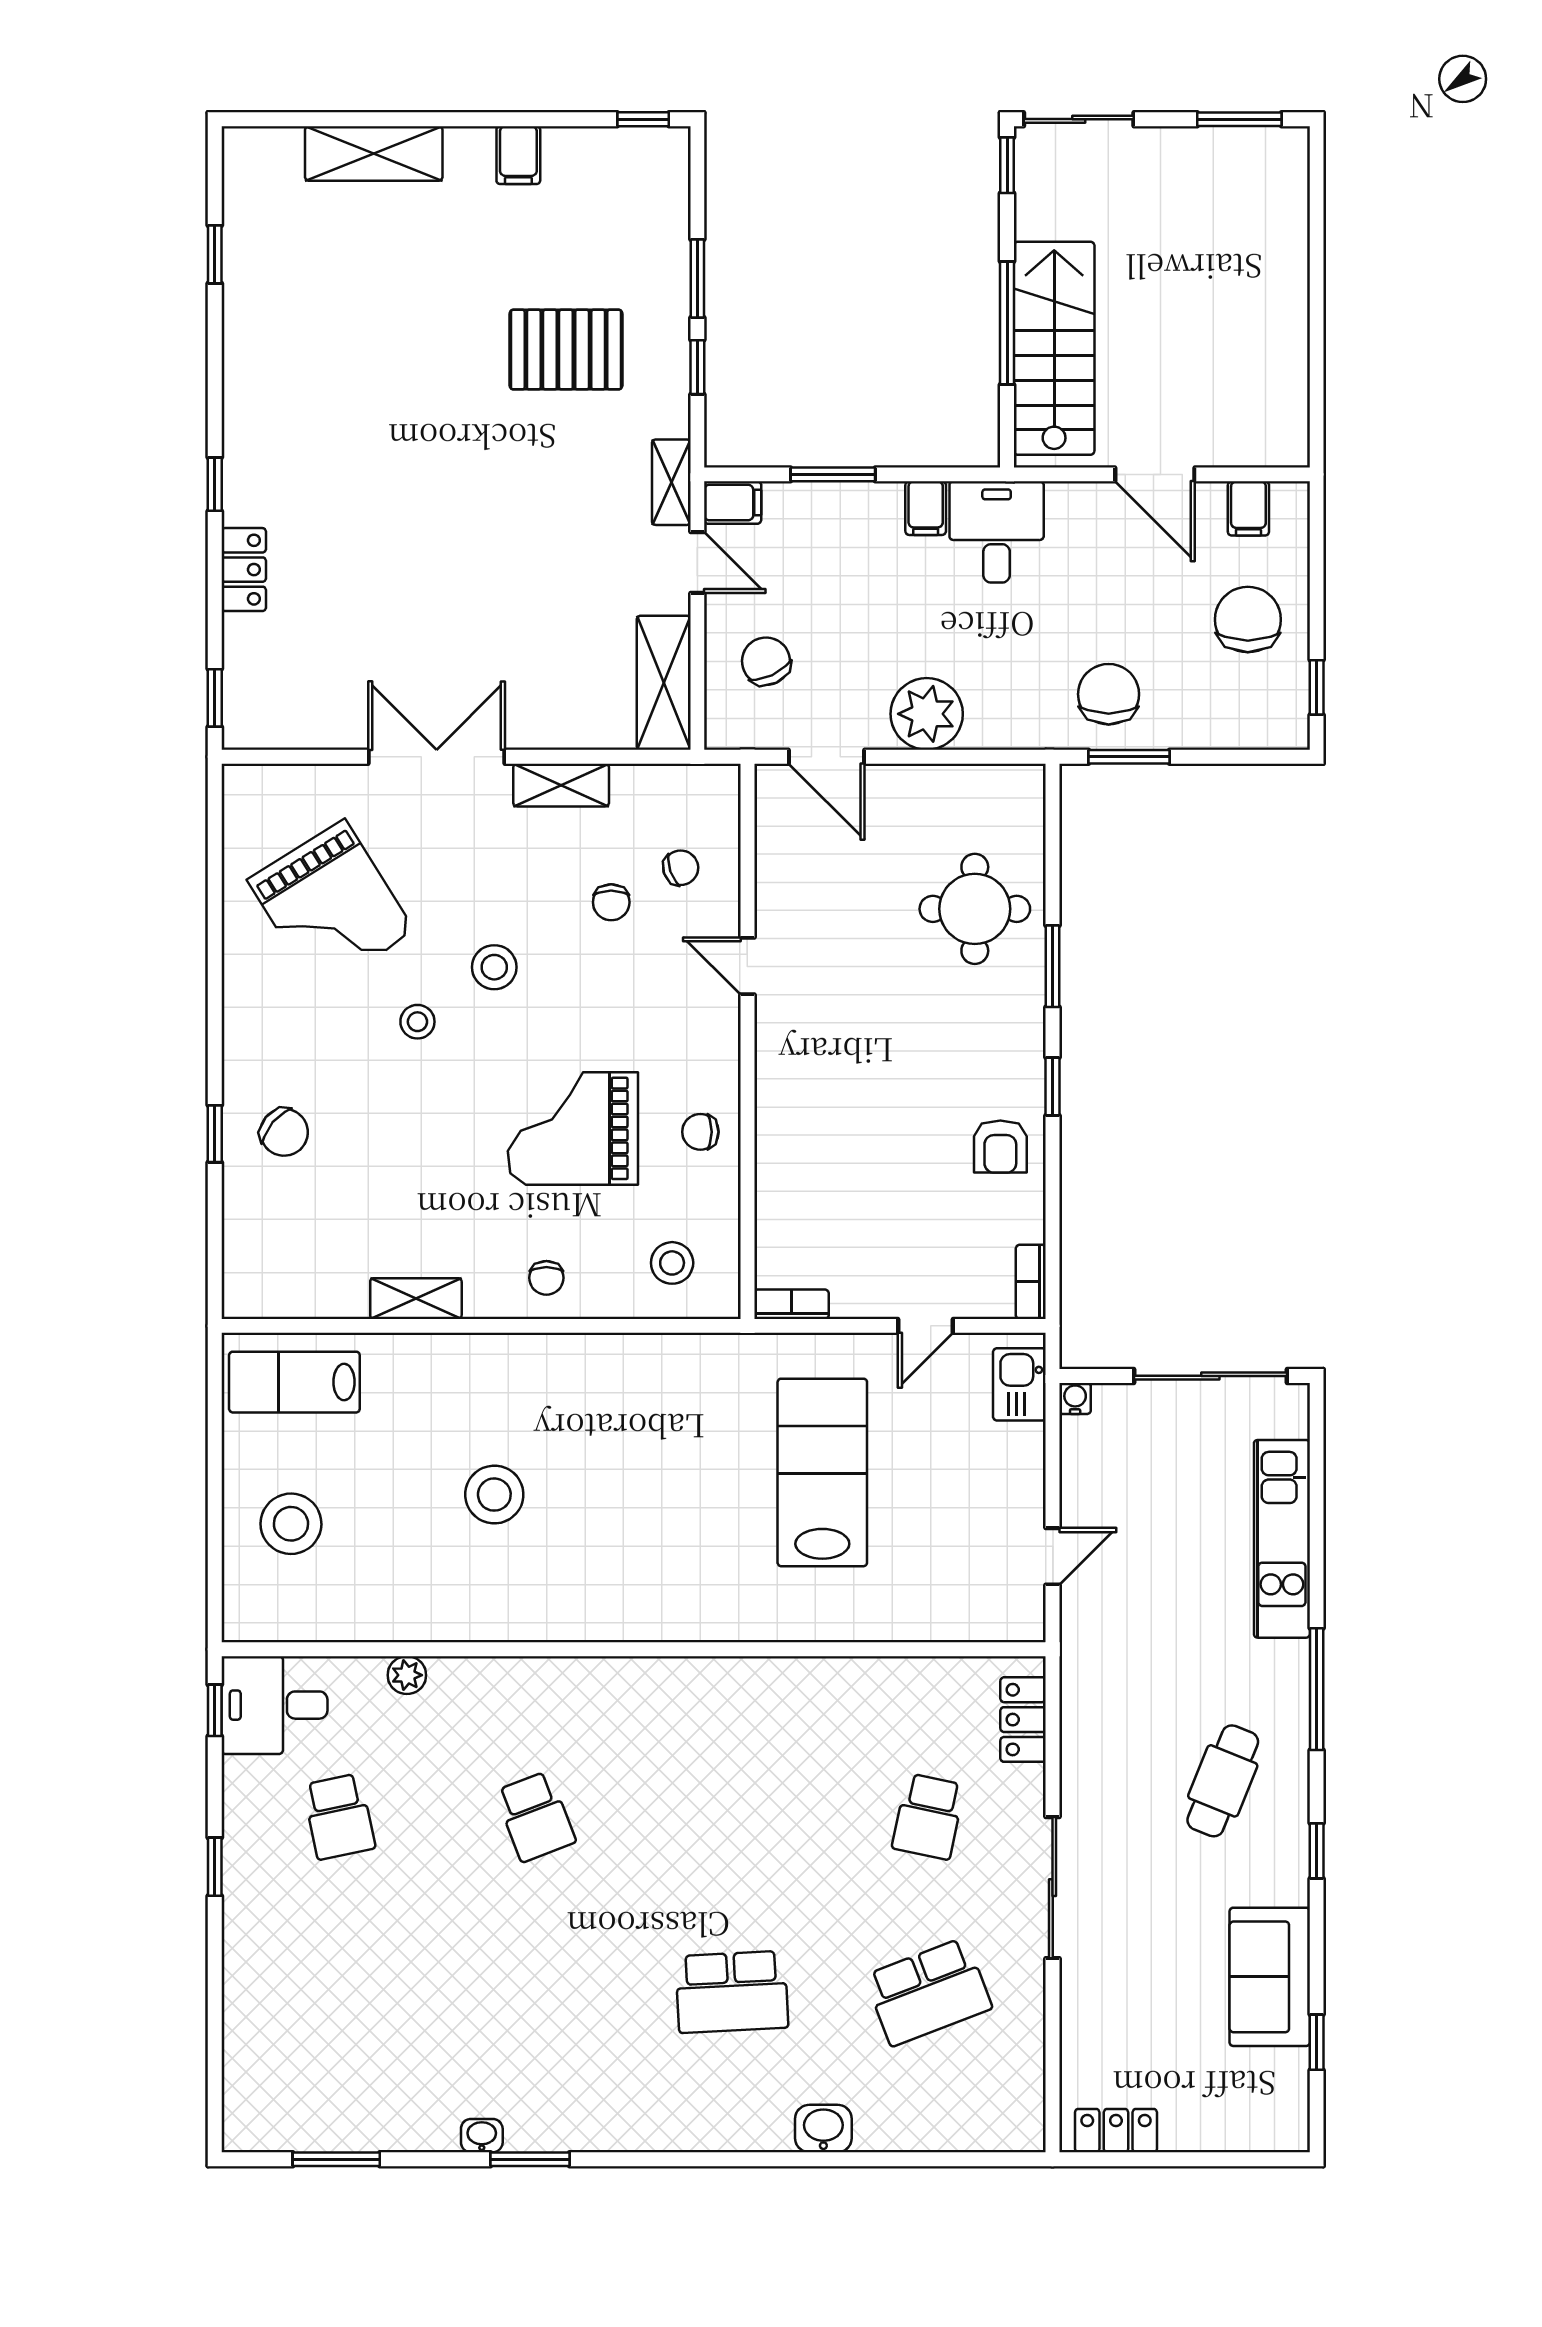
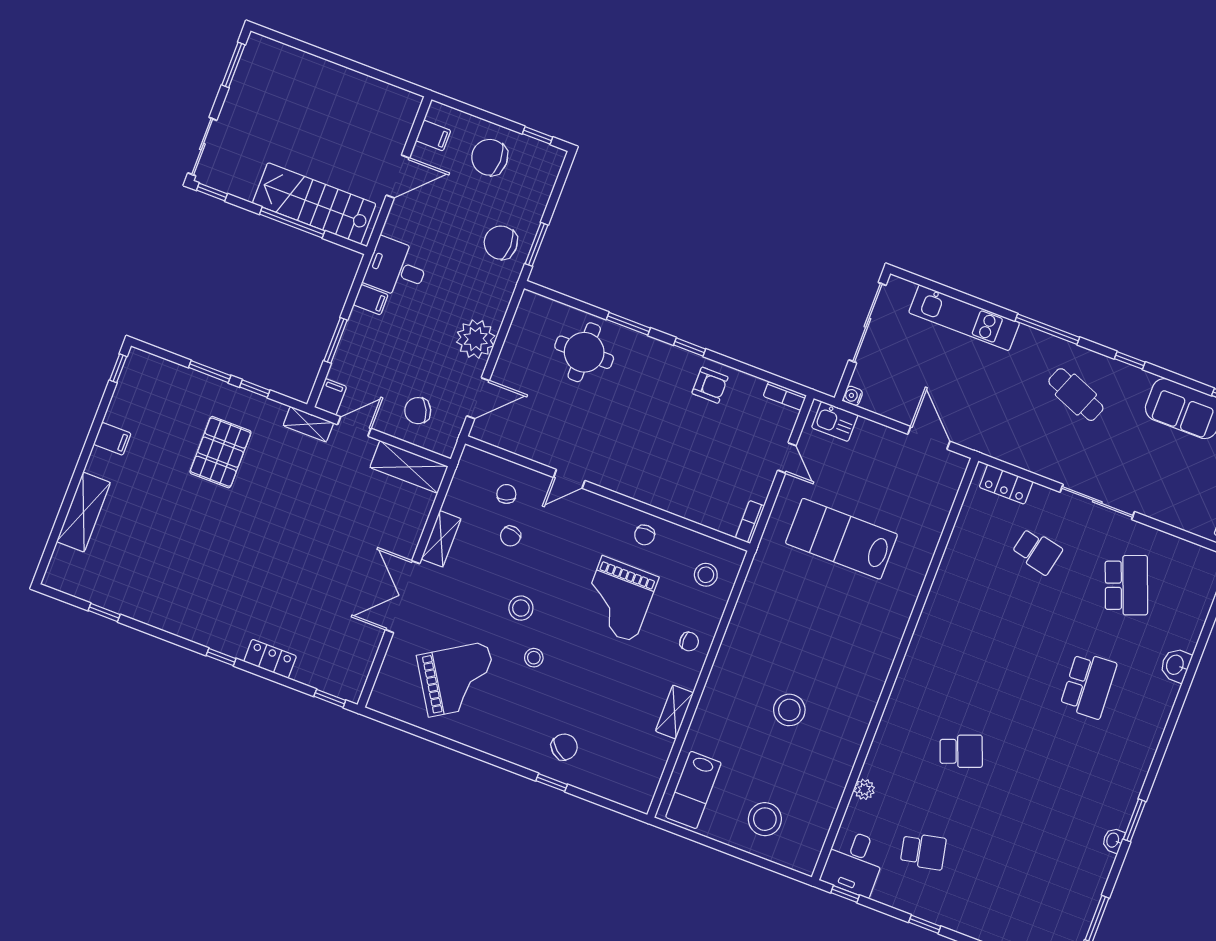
chair: (611, 902) -> (511, 536), turned 102
door: (1053, 1556) -> (929, 438), width x1.38

